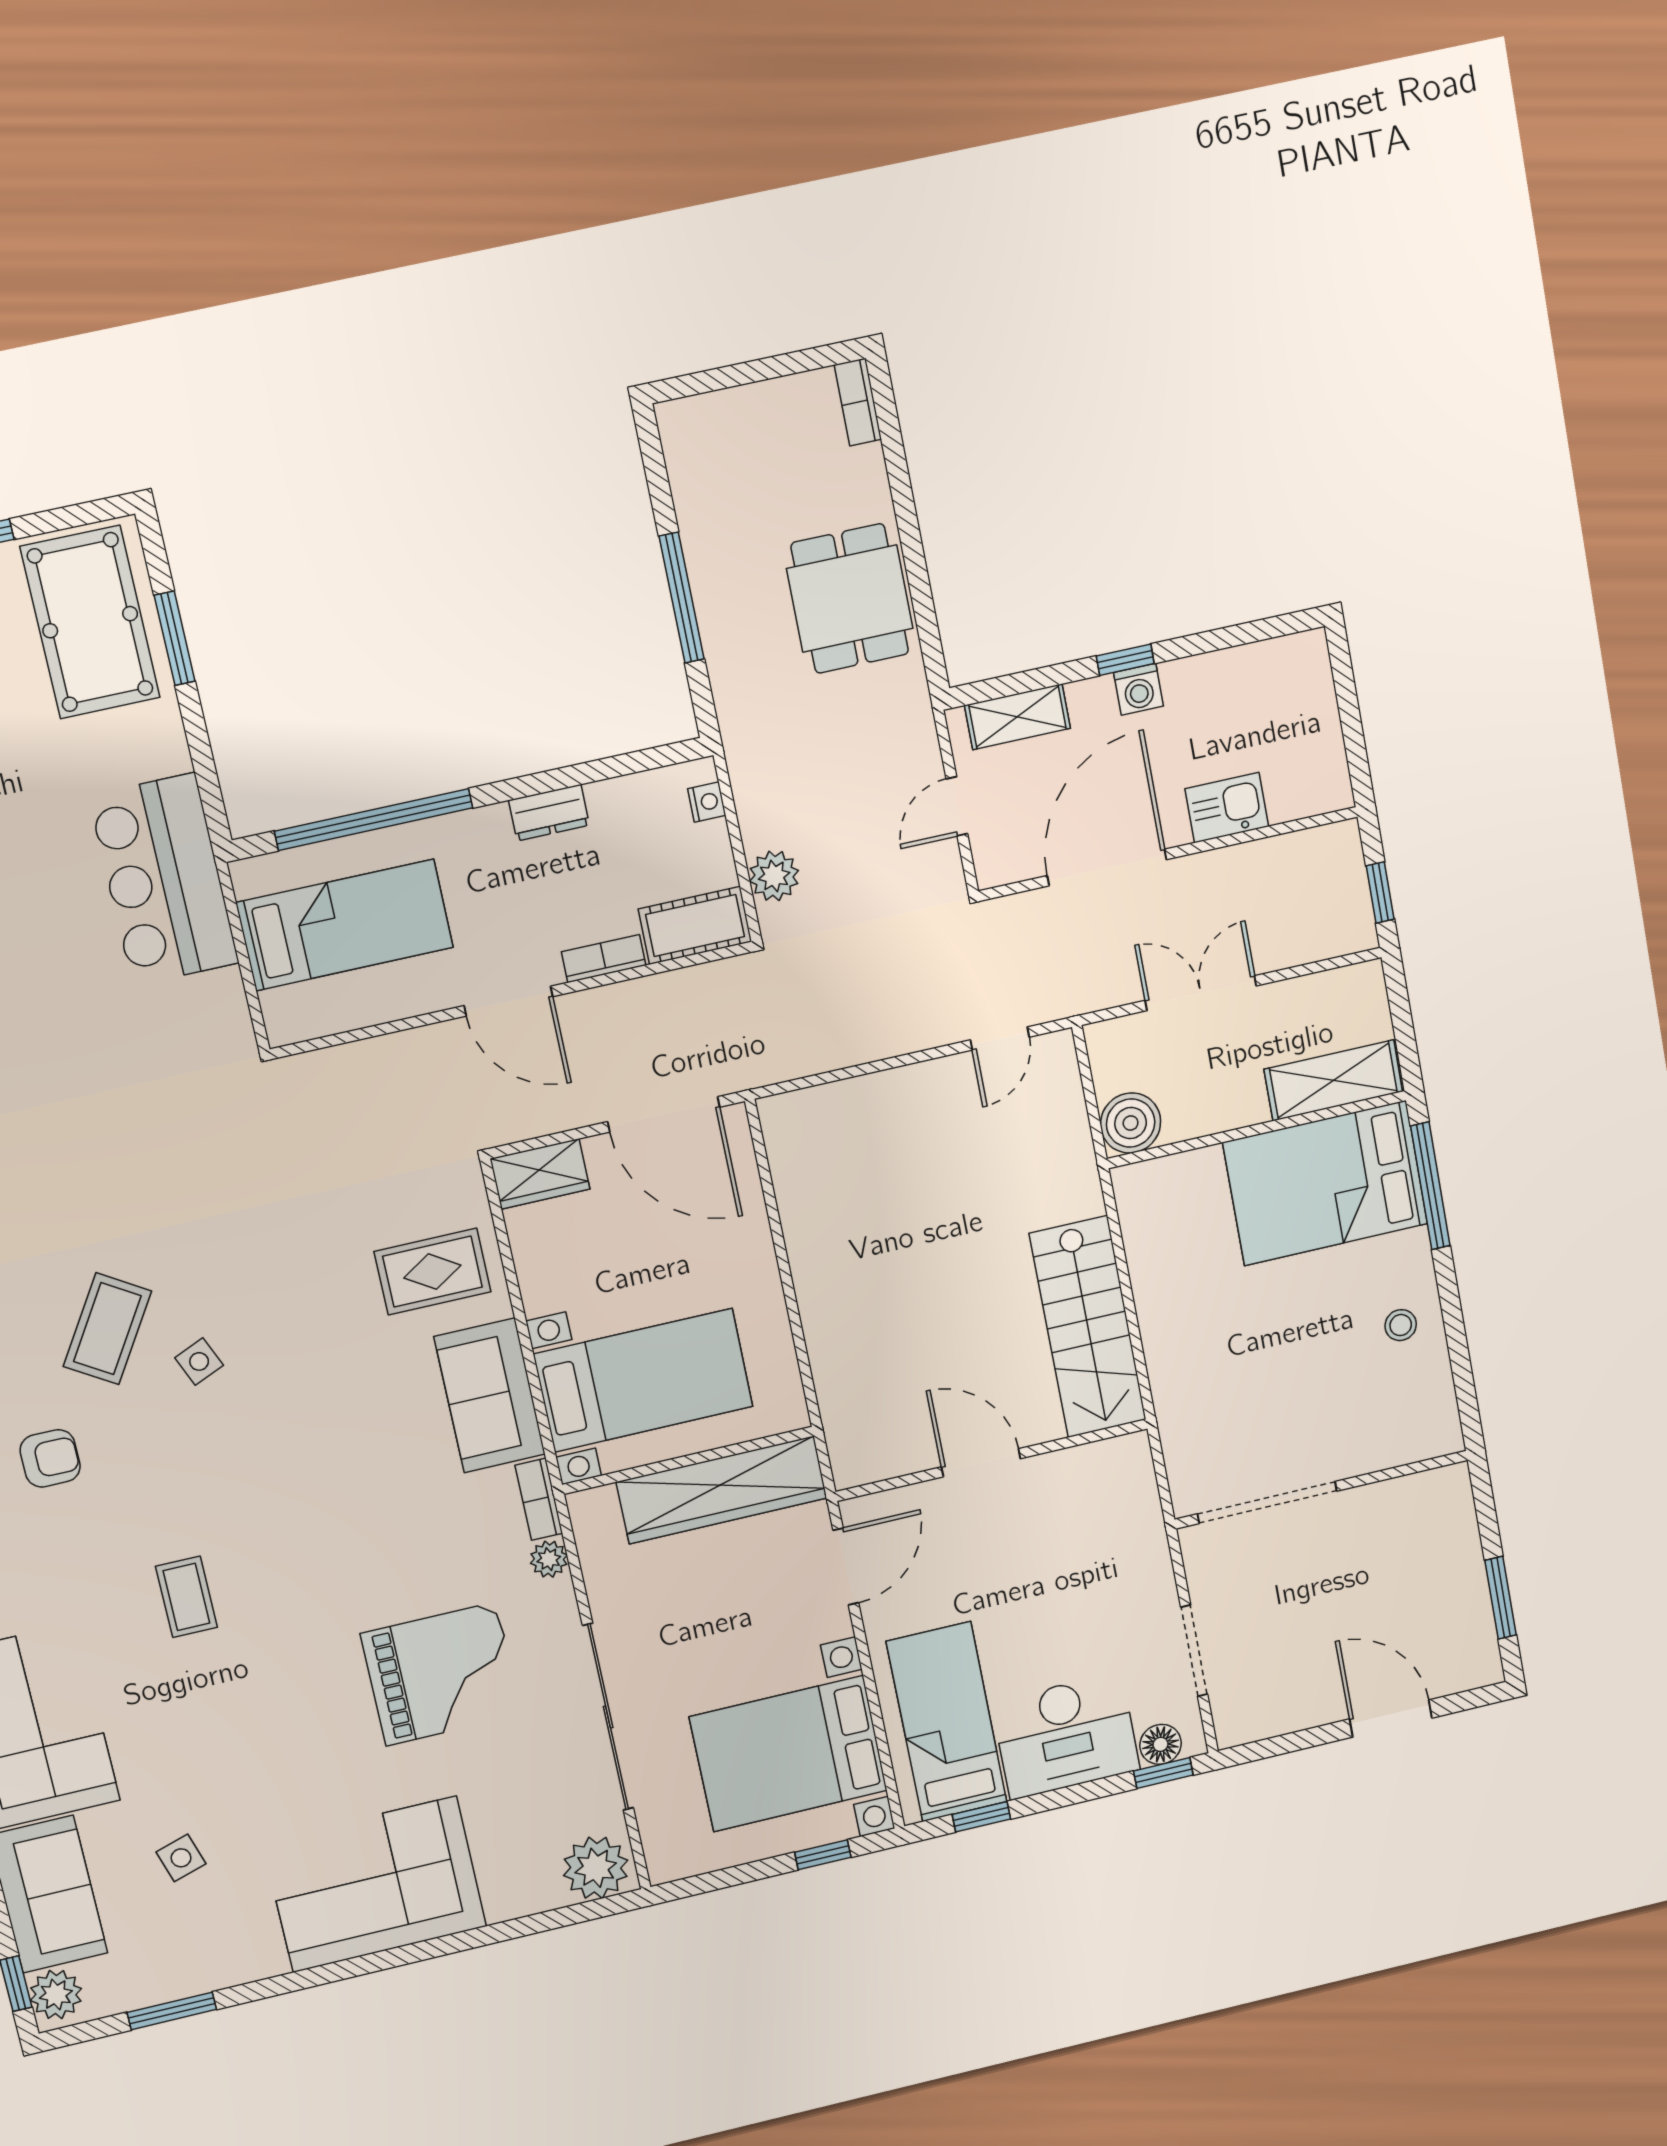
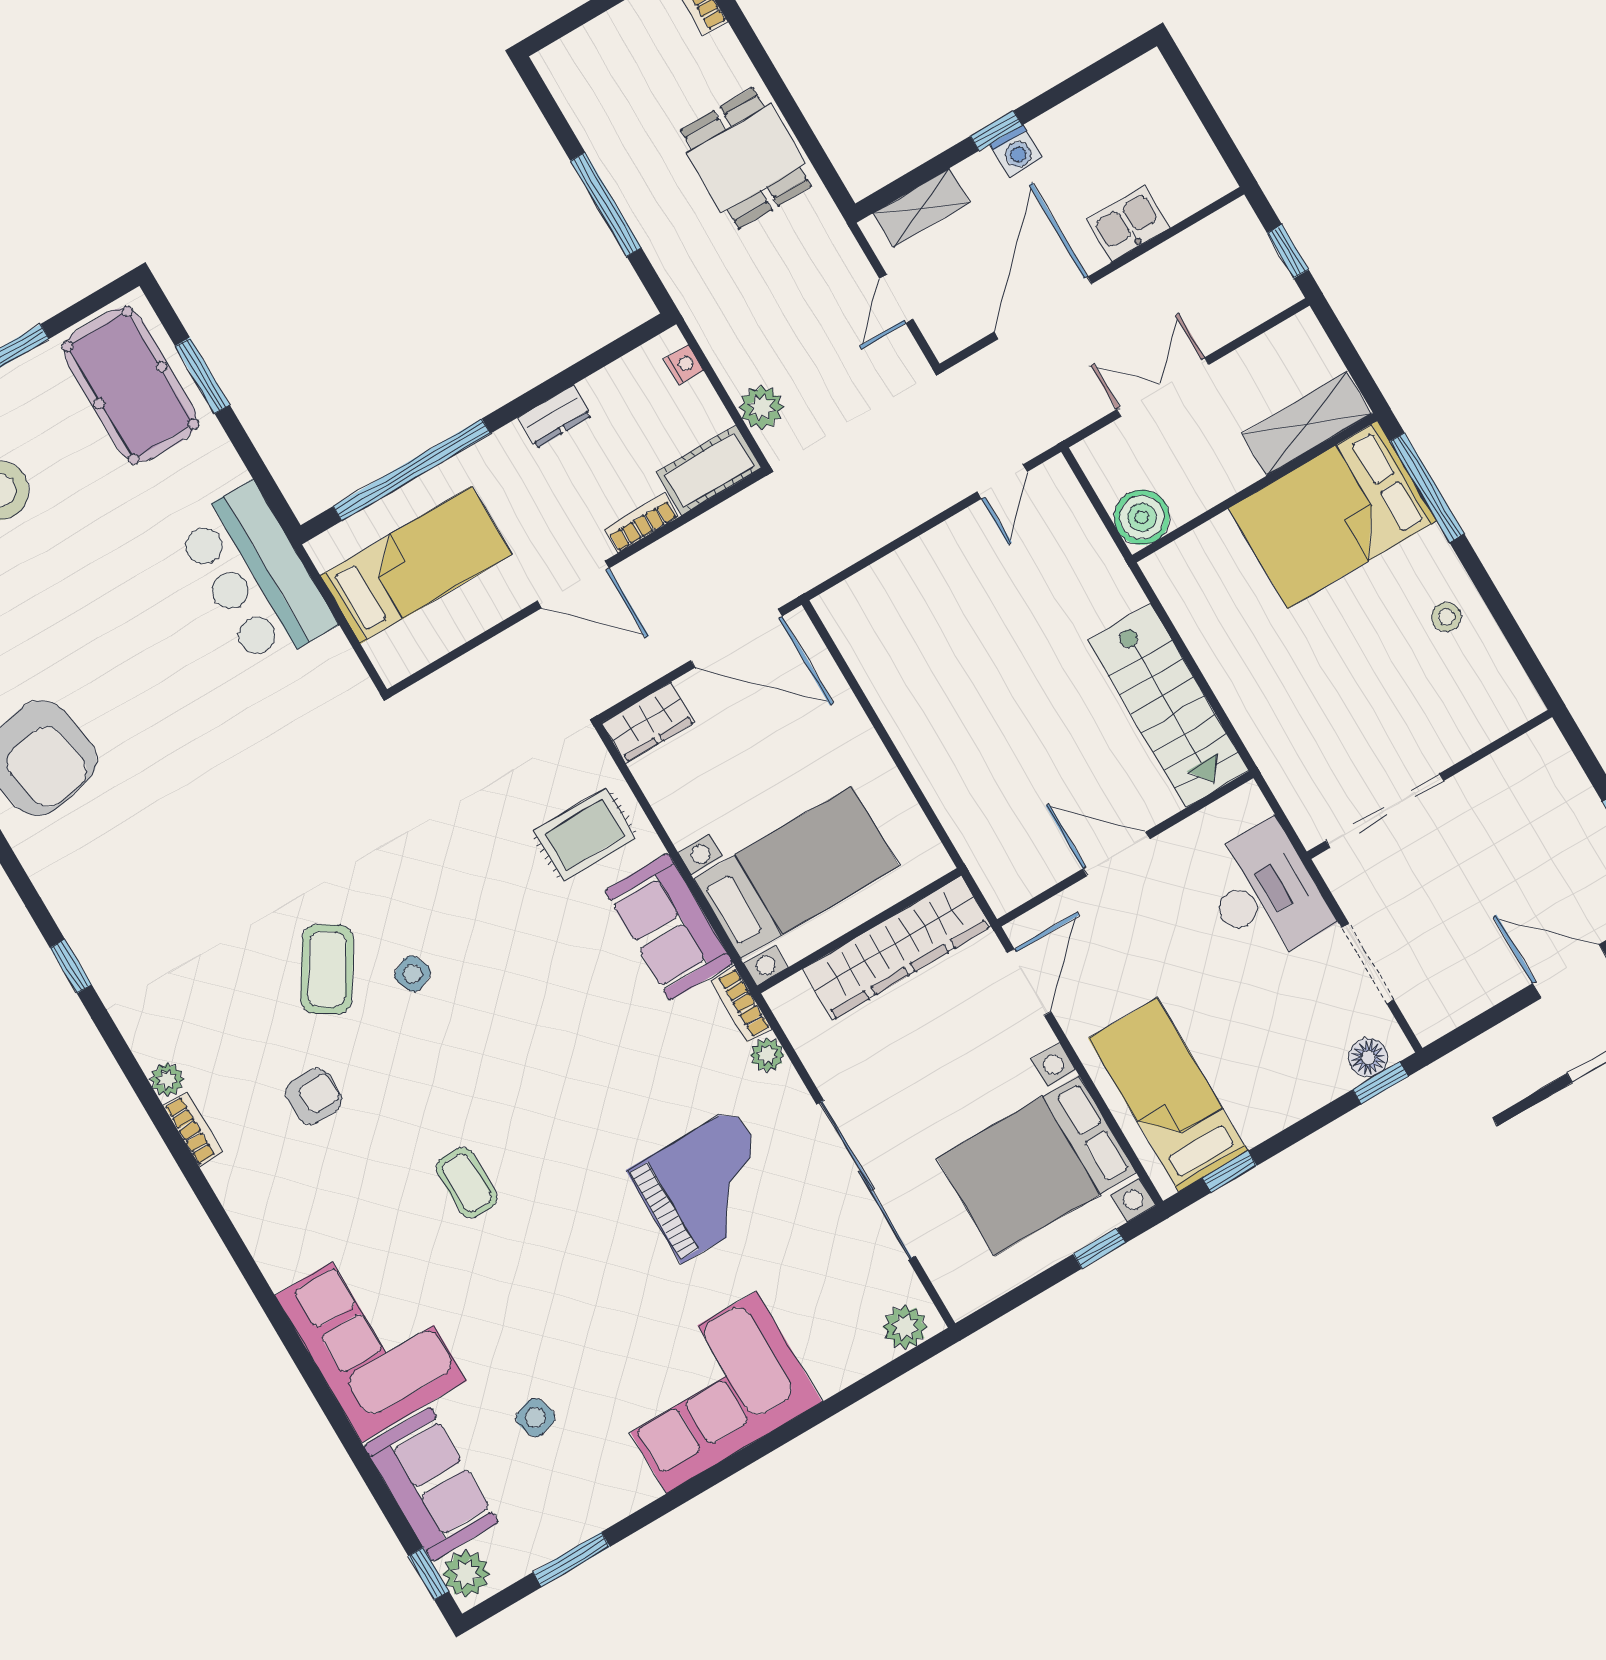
desk: (1066, 1736) -> (1264, 893), moved, turned -90
plant: (596, 1868) -> (905, 1327), width x0.73, depth x0.73

